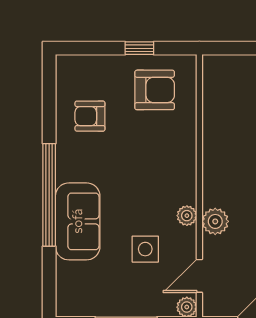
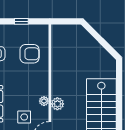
armchair: (155, 90) -> (30, 54), moved

